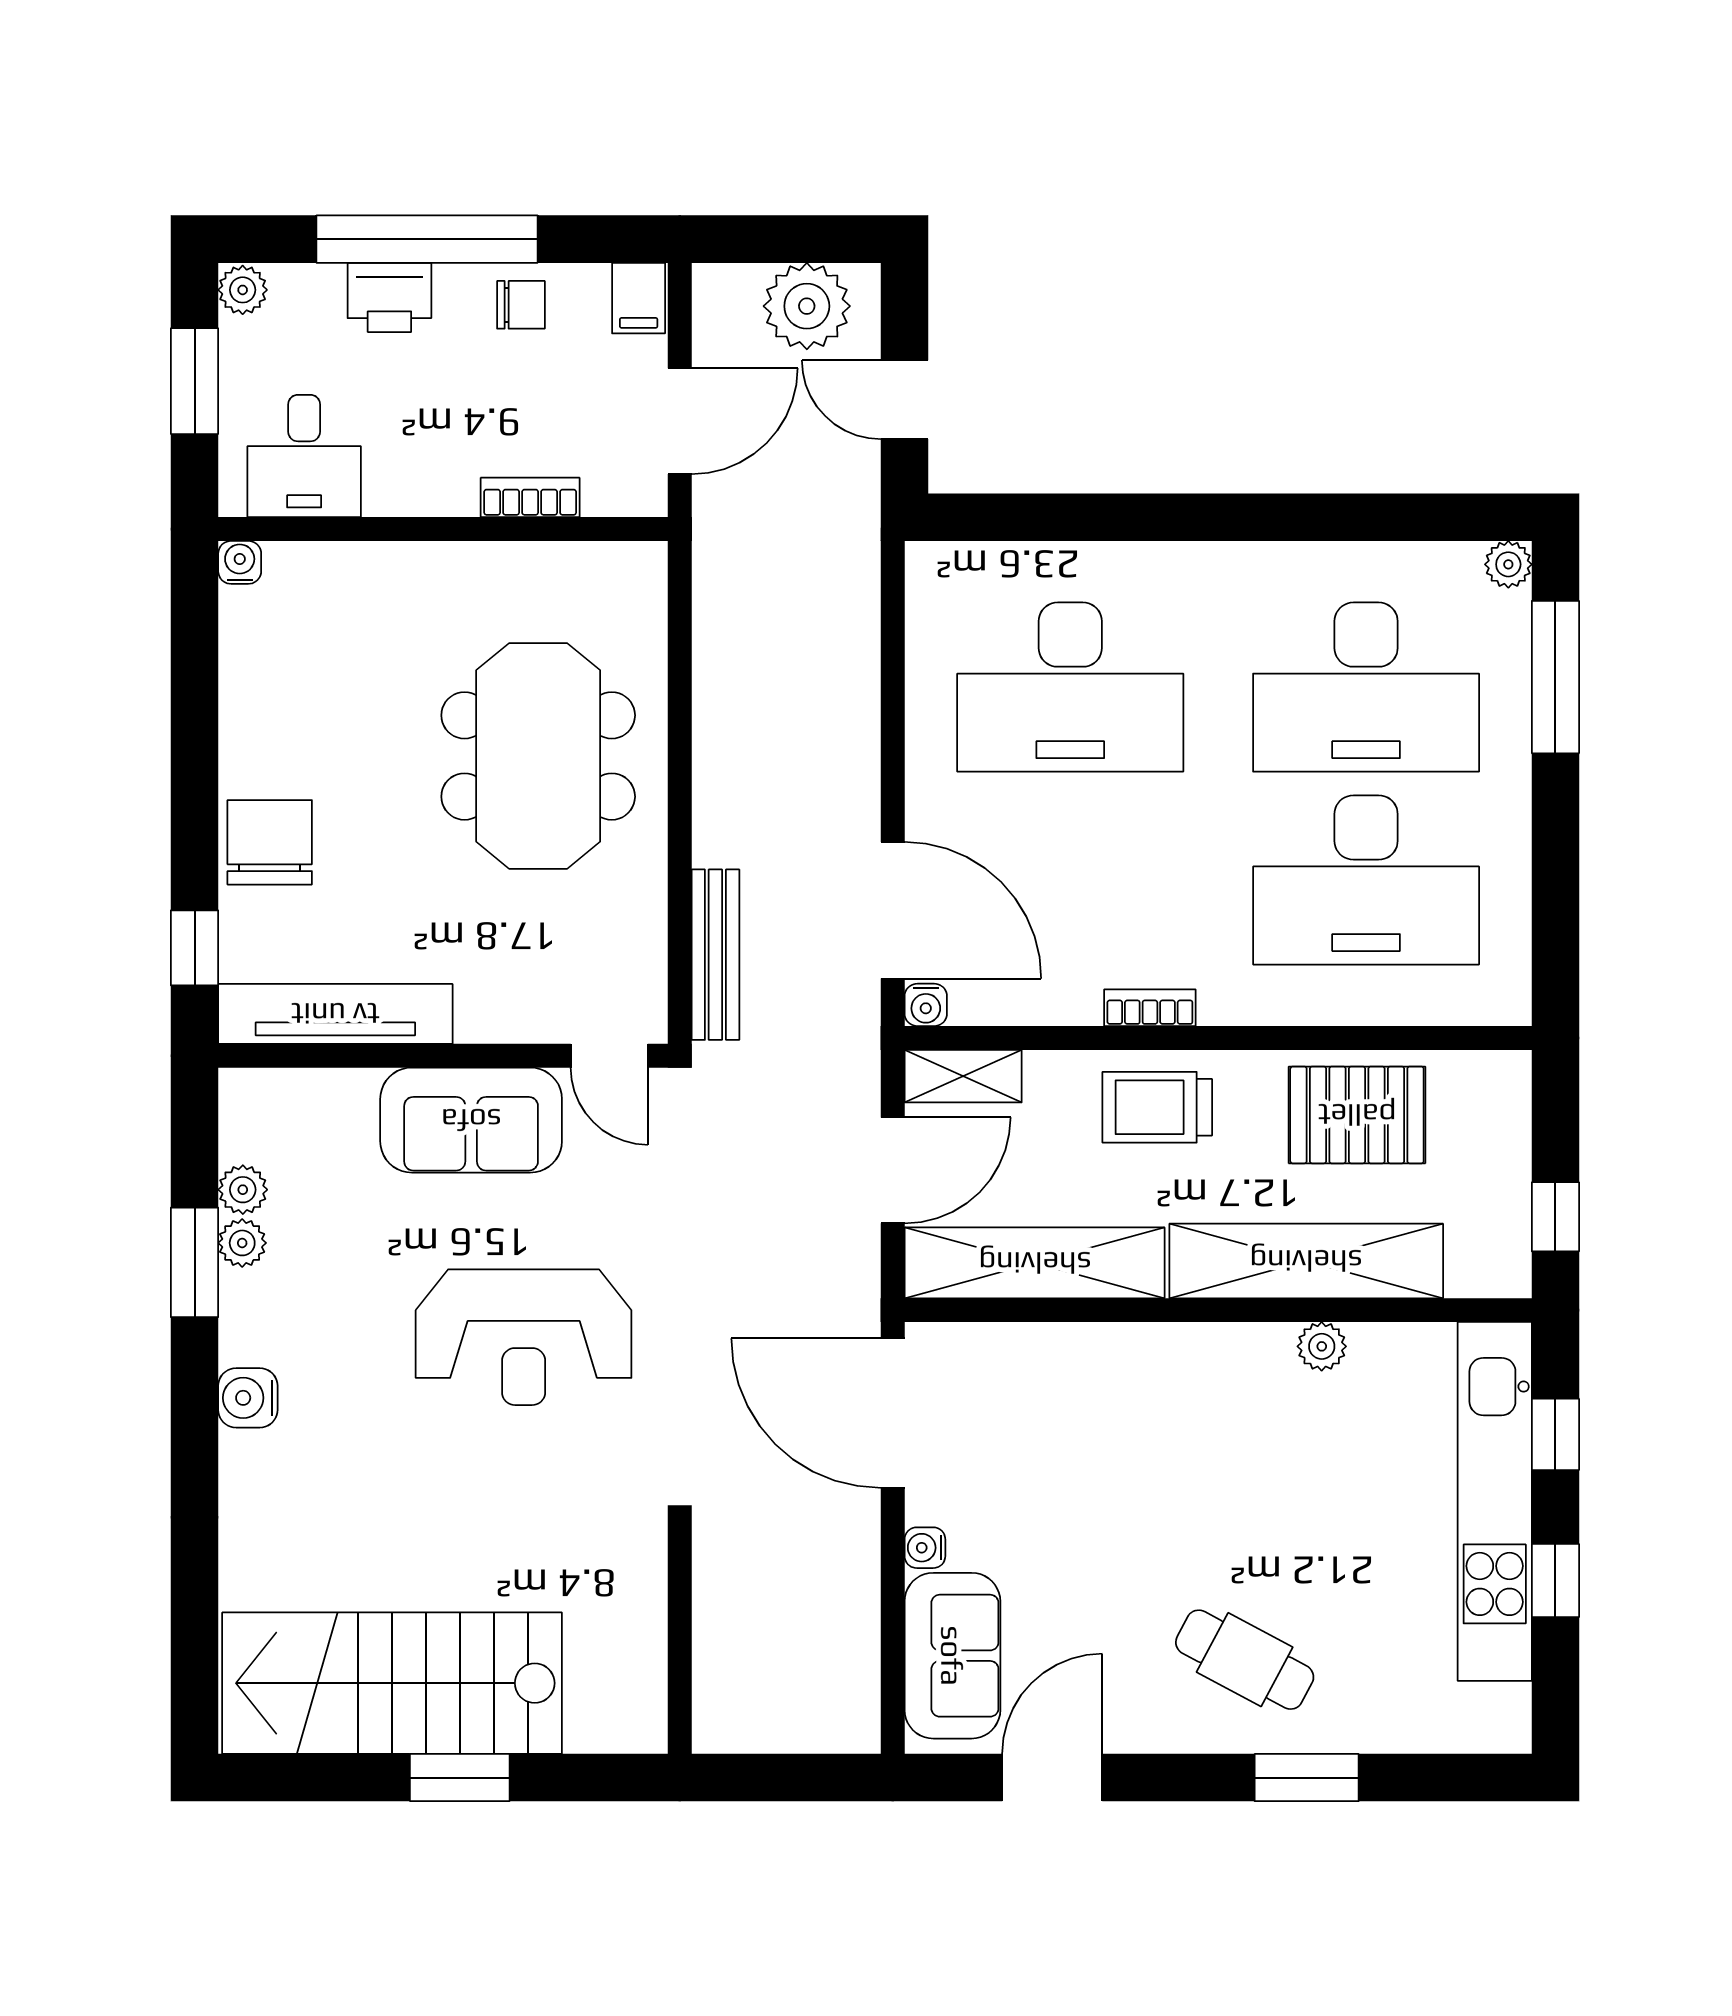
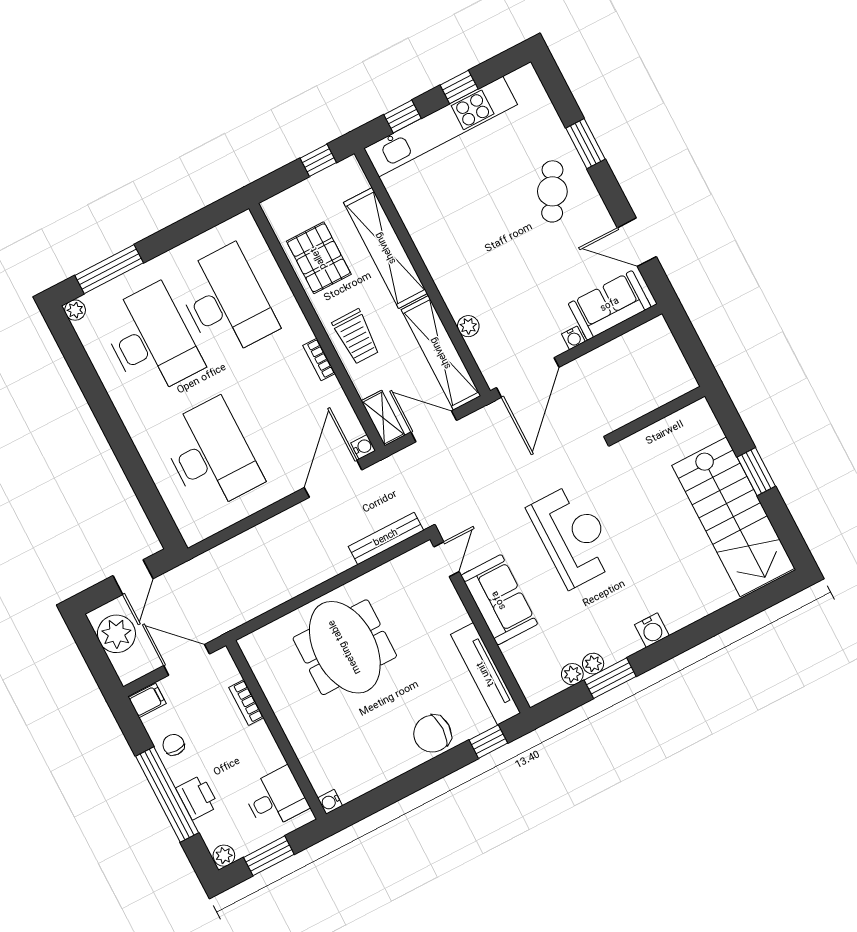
meeting table: (538, 756) -> (345, 647), turned 90
plant: (1322, 1346) -> (468, 326), moved

